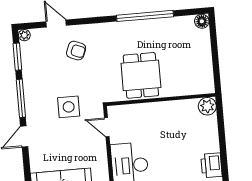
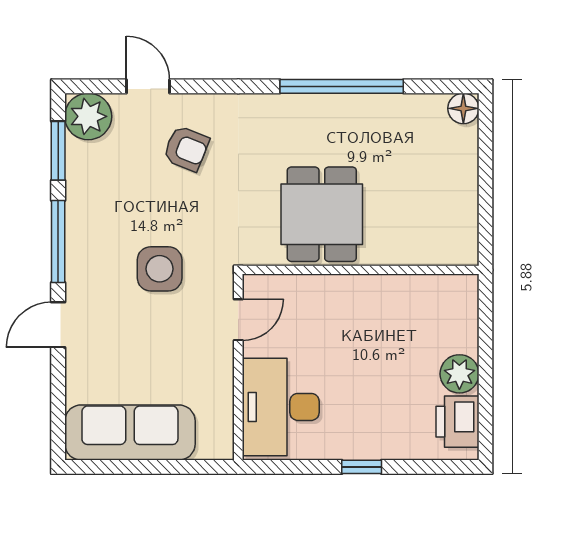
plant: (24, 35) -> (88, 116), width x1.87, depth x1.87
plant: (207, 106) -> (459, 374), moved
door: (107, 127) -> (238, 320), swing flipped

